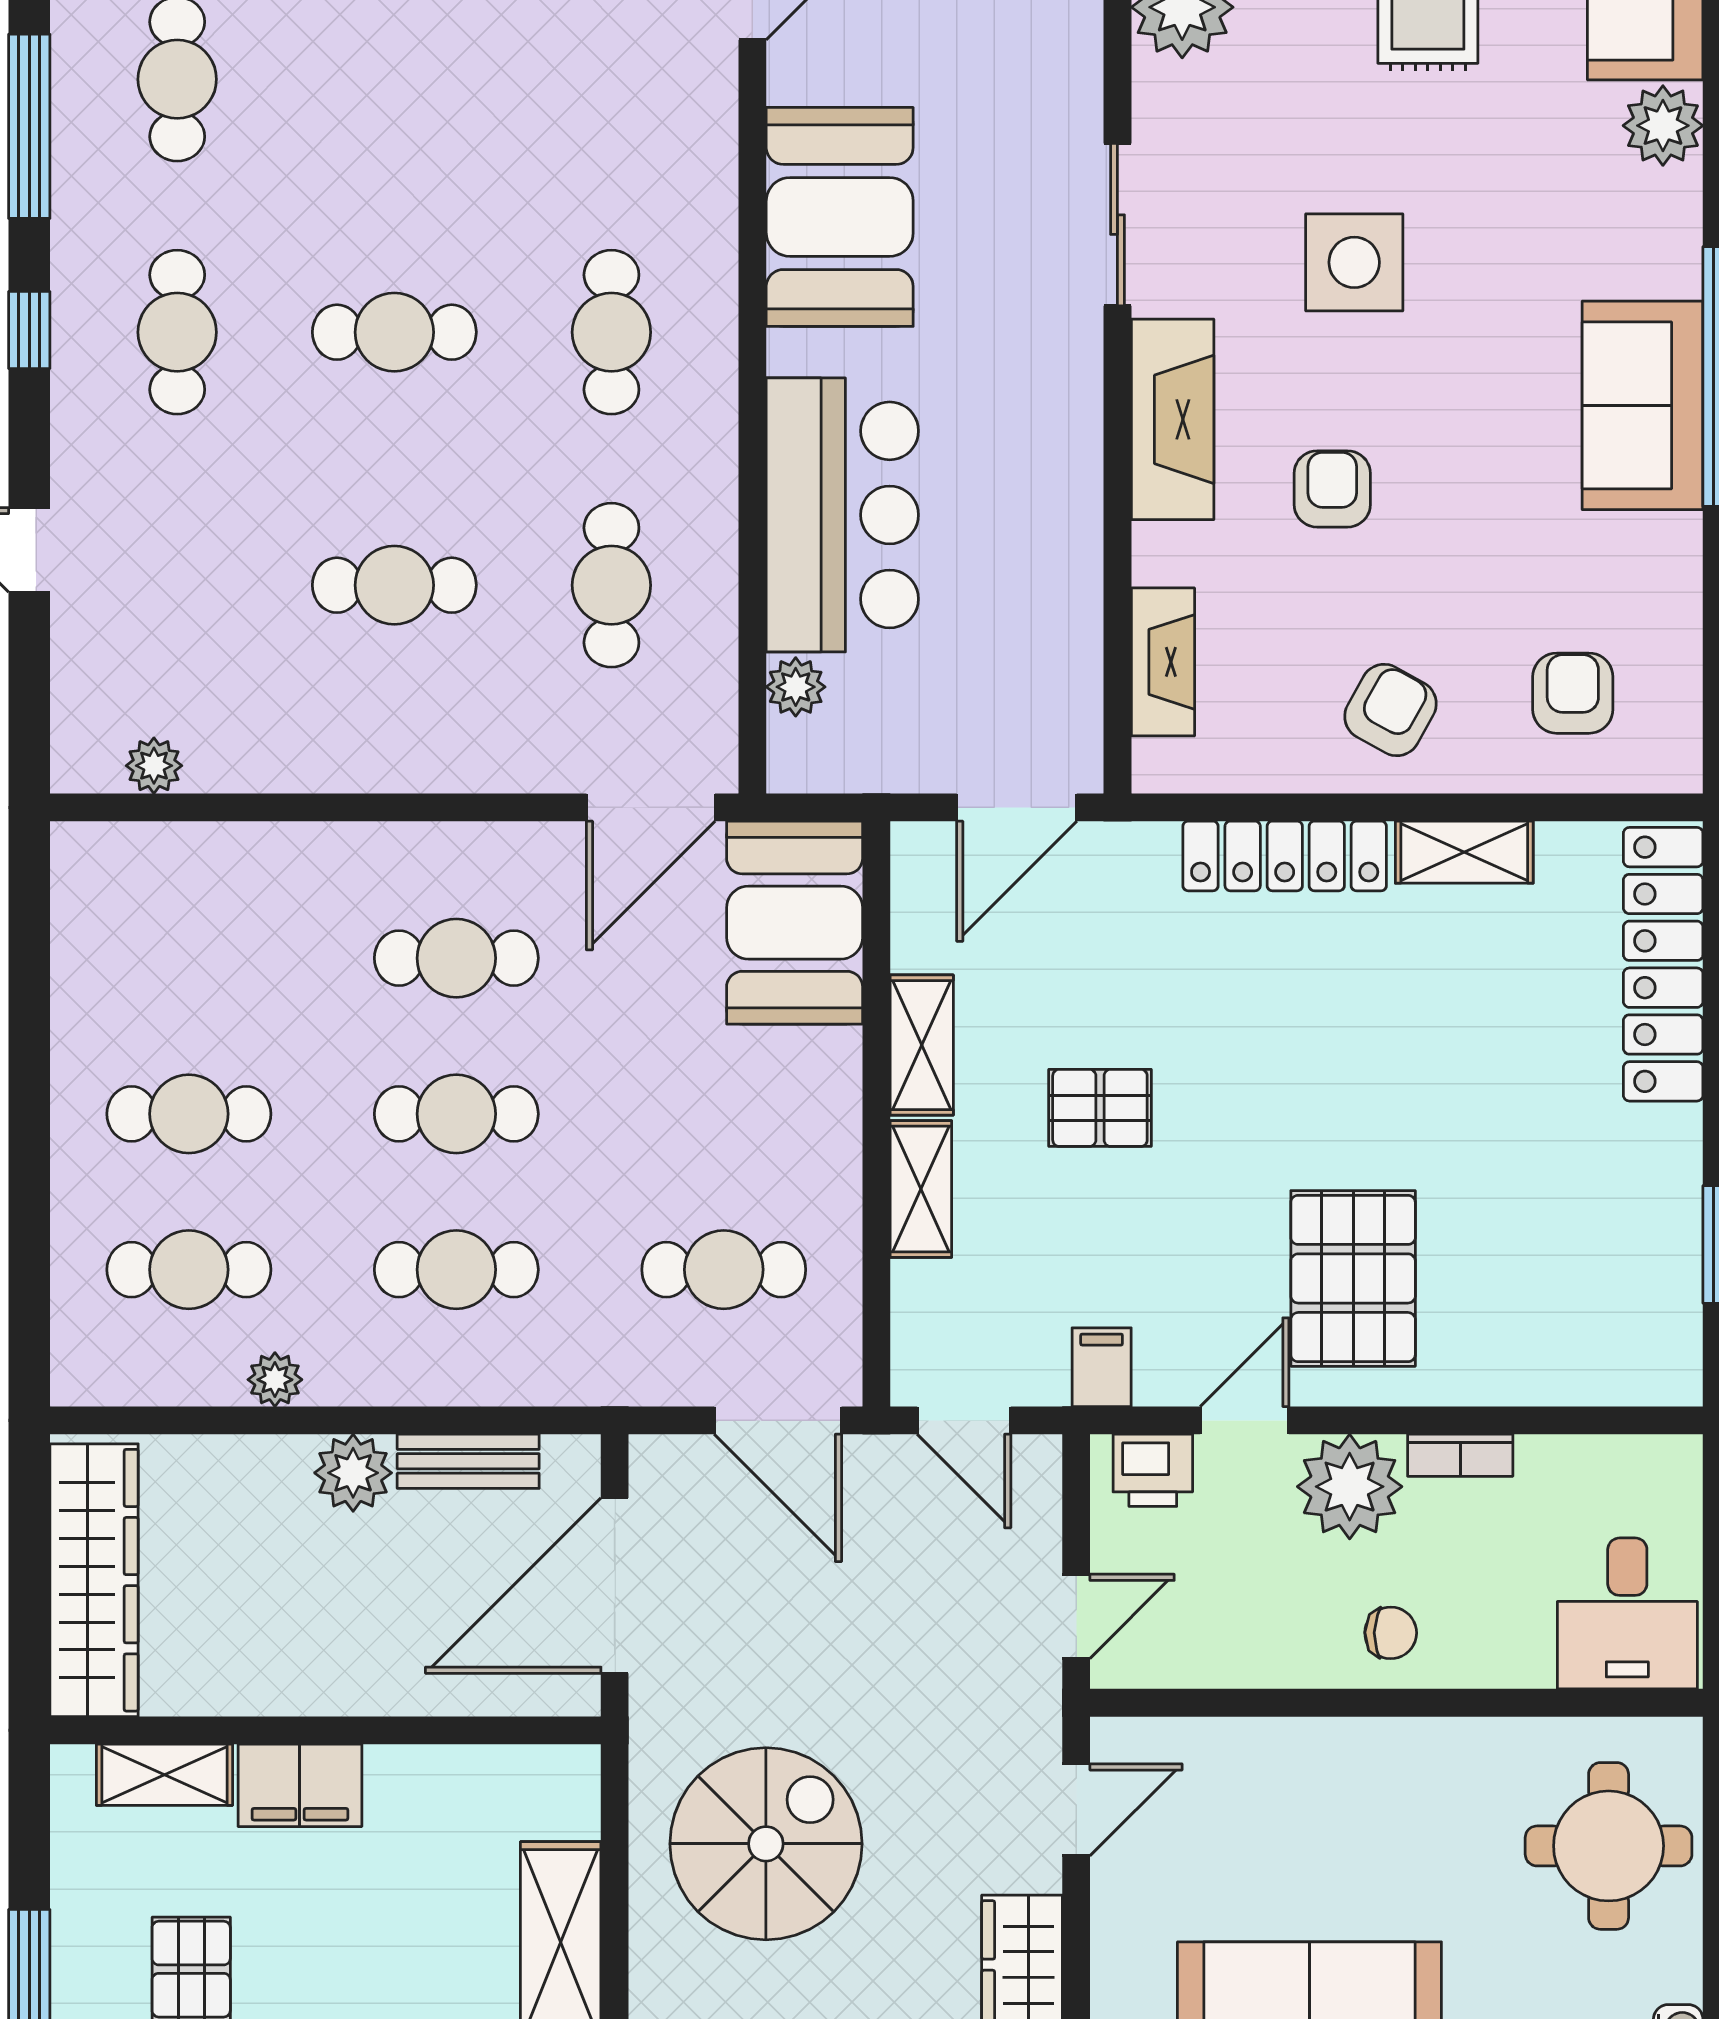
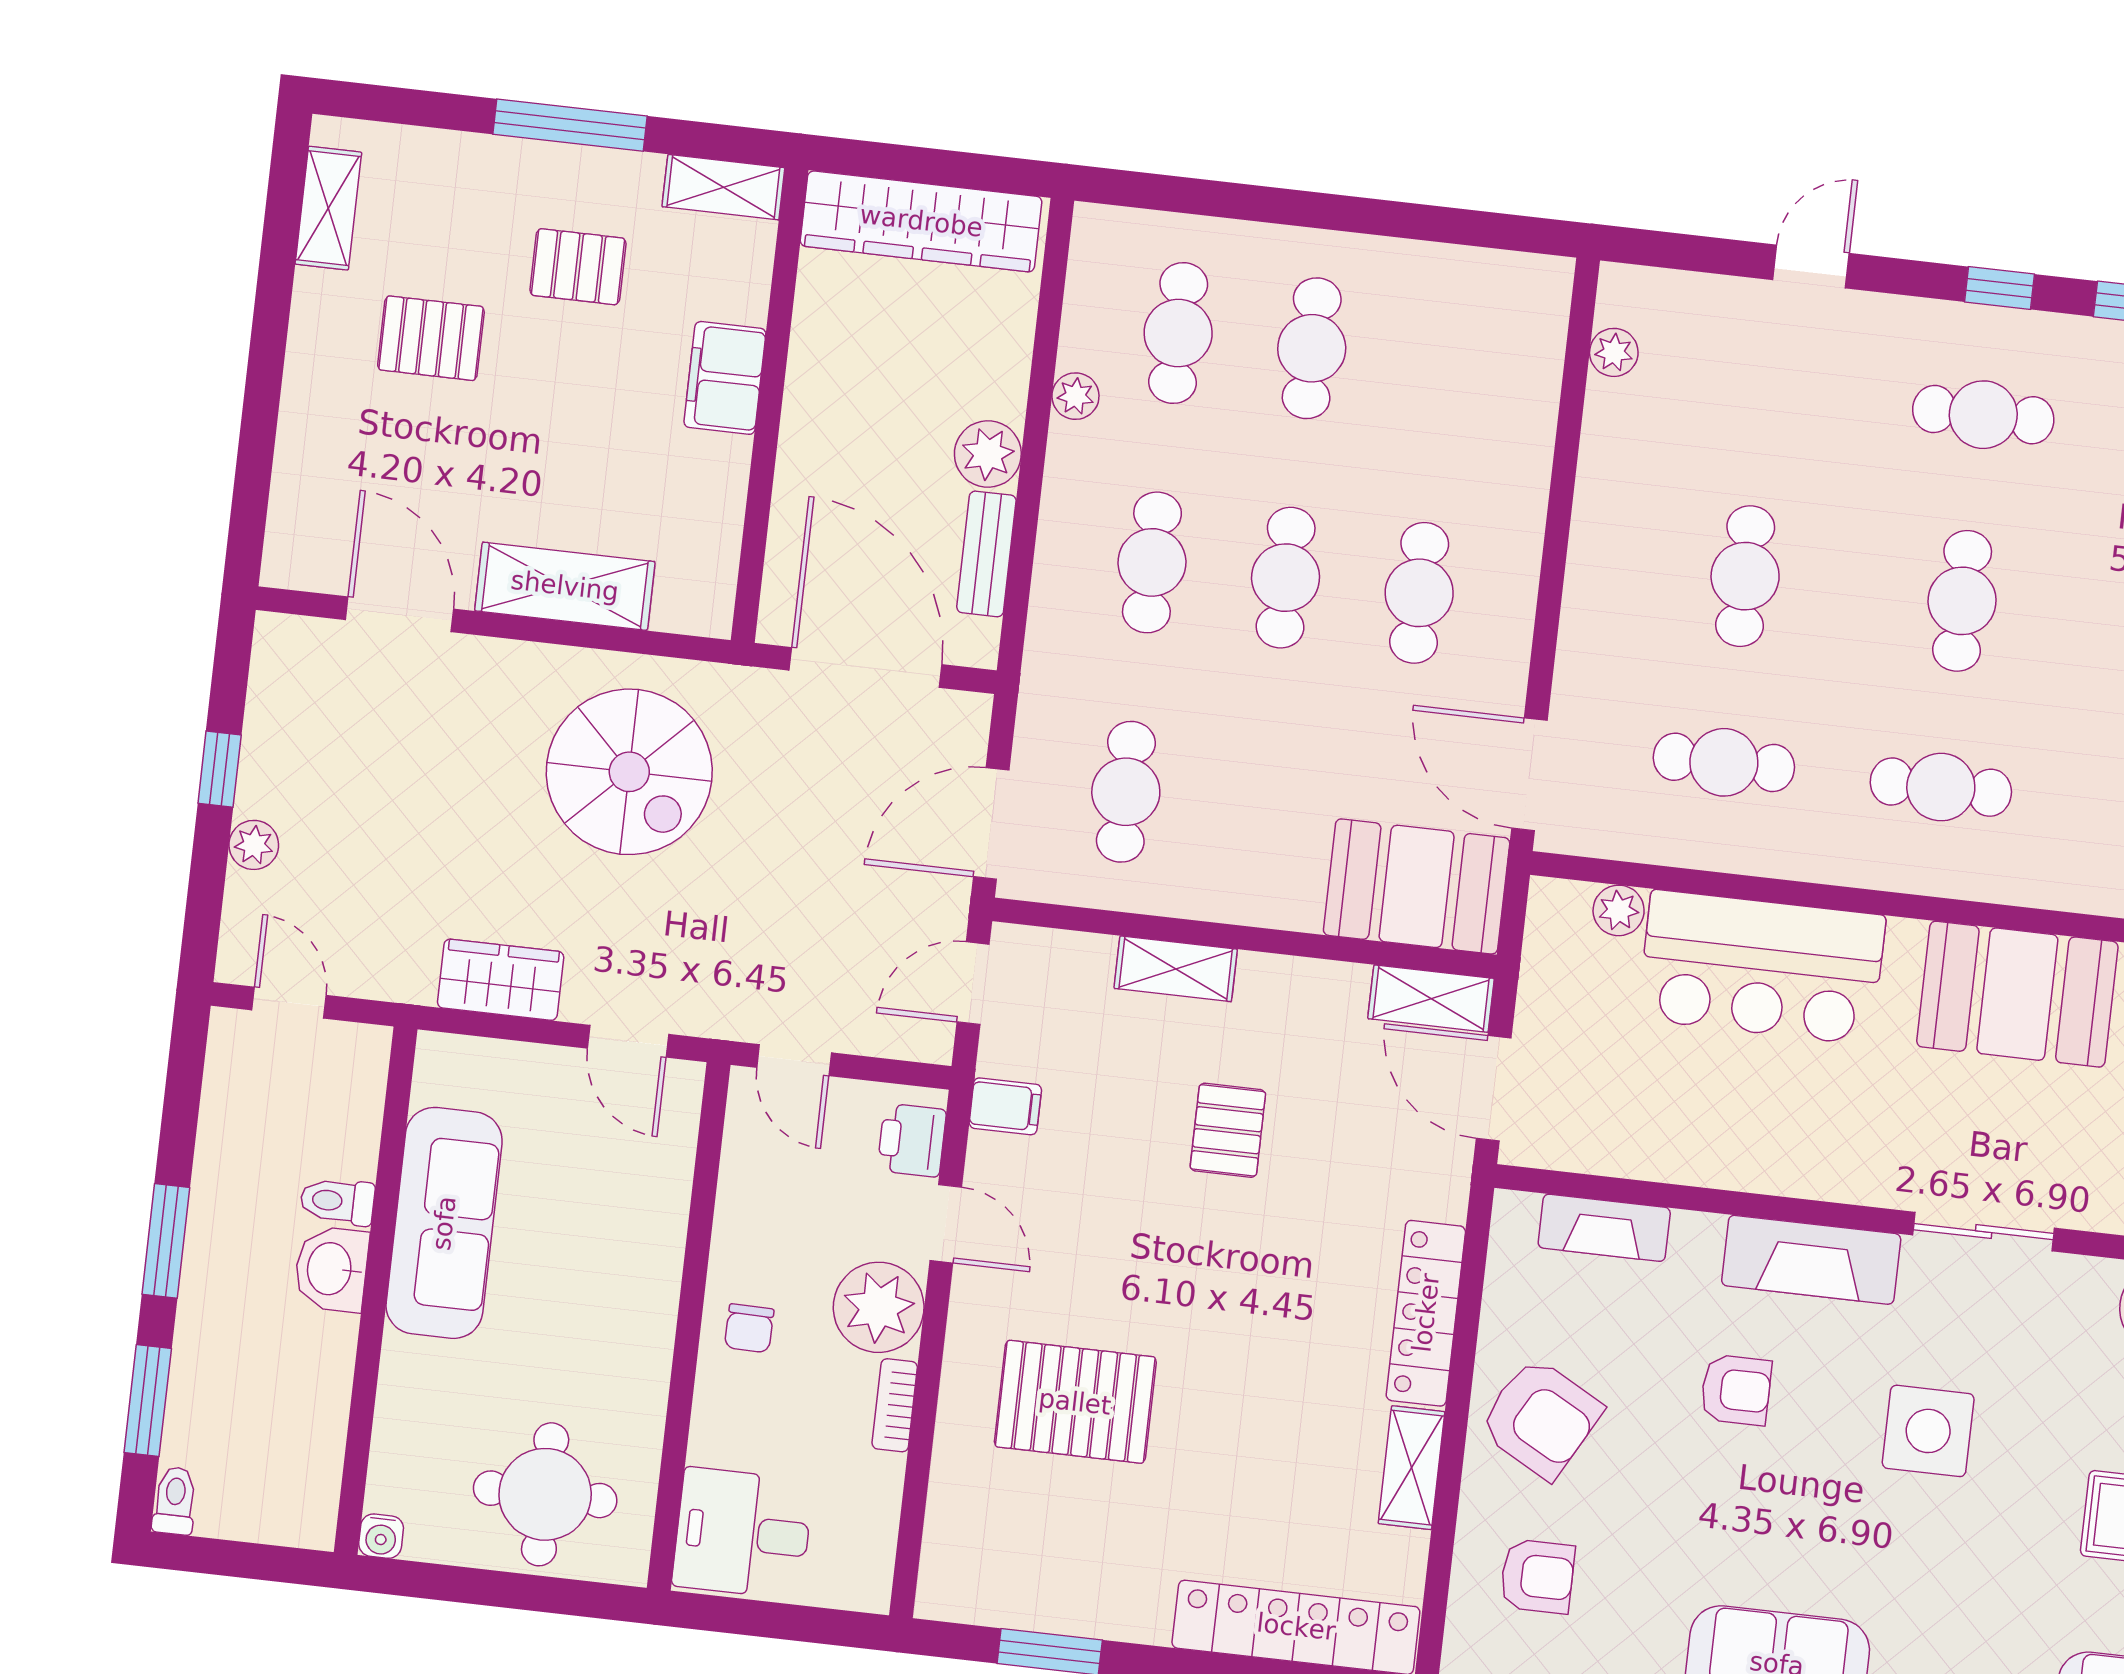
armchair: (1390, 710) -> (1541, 1418), width x1.38, depth x1.38
shelving: (922, 1045) -> (1431, 999), moved
pallet: (1353, 1278) -> (1075, 1402), moved
shelving: (164, 1775) -> (723, 187), moved, turned 90

